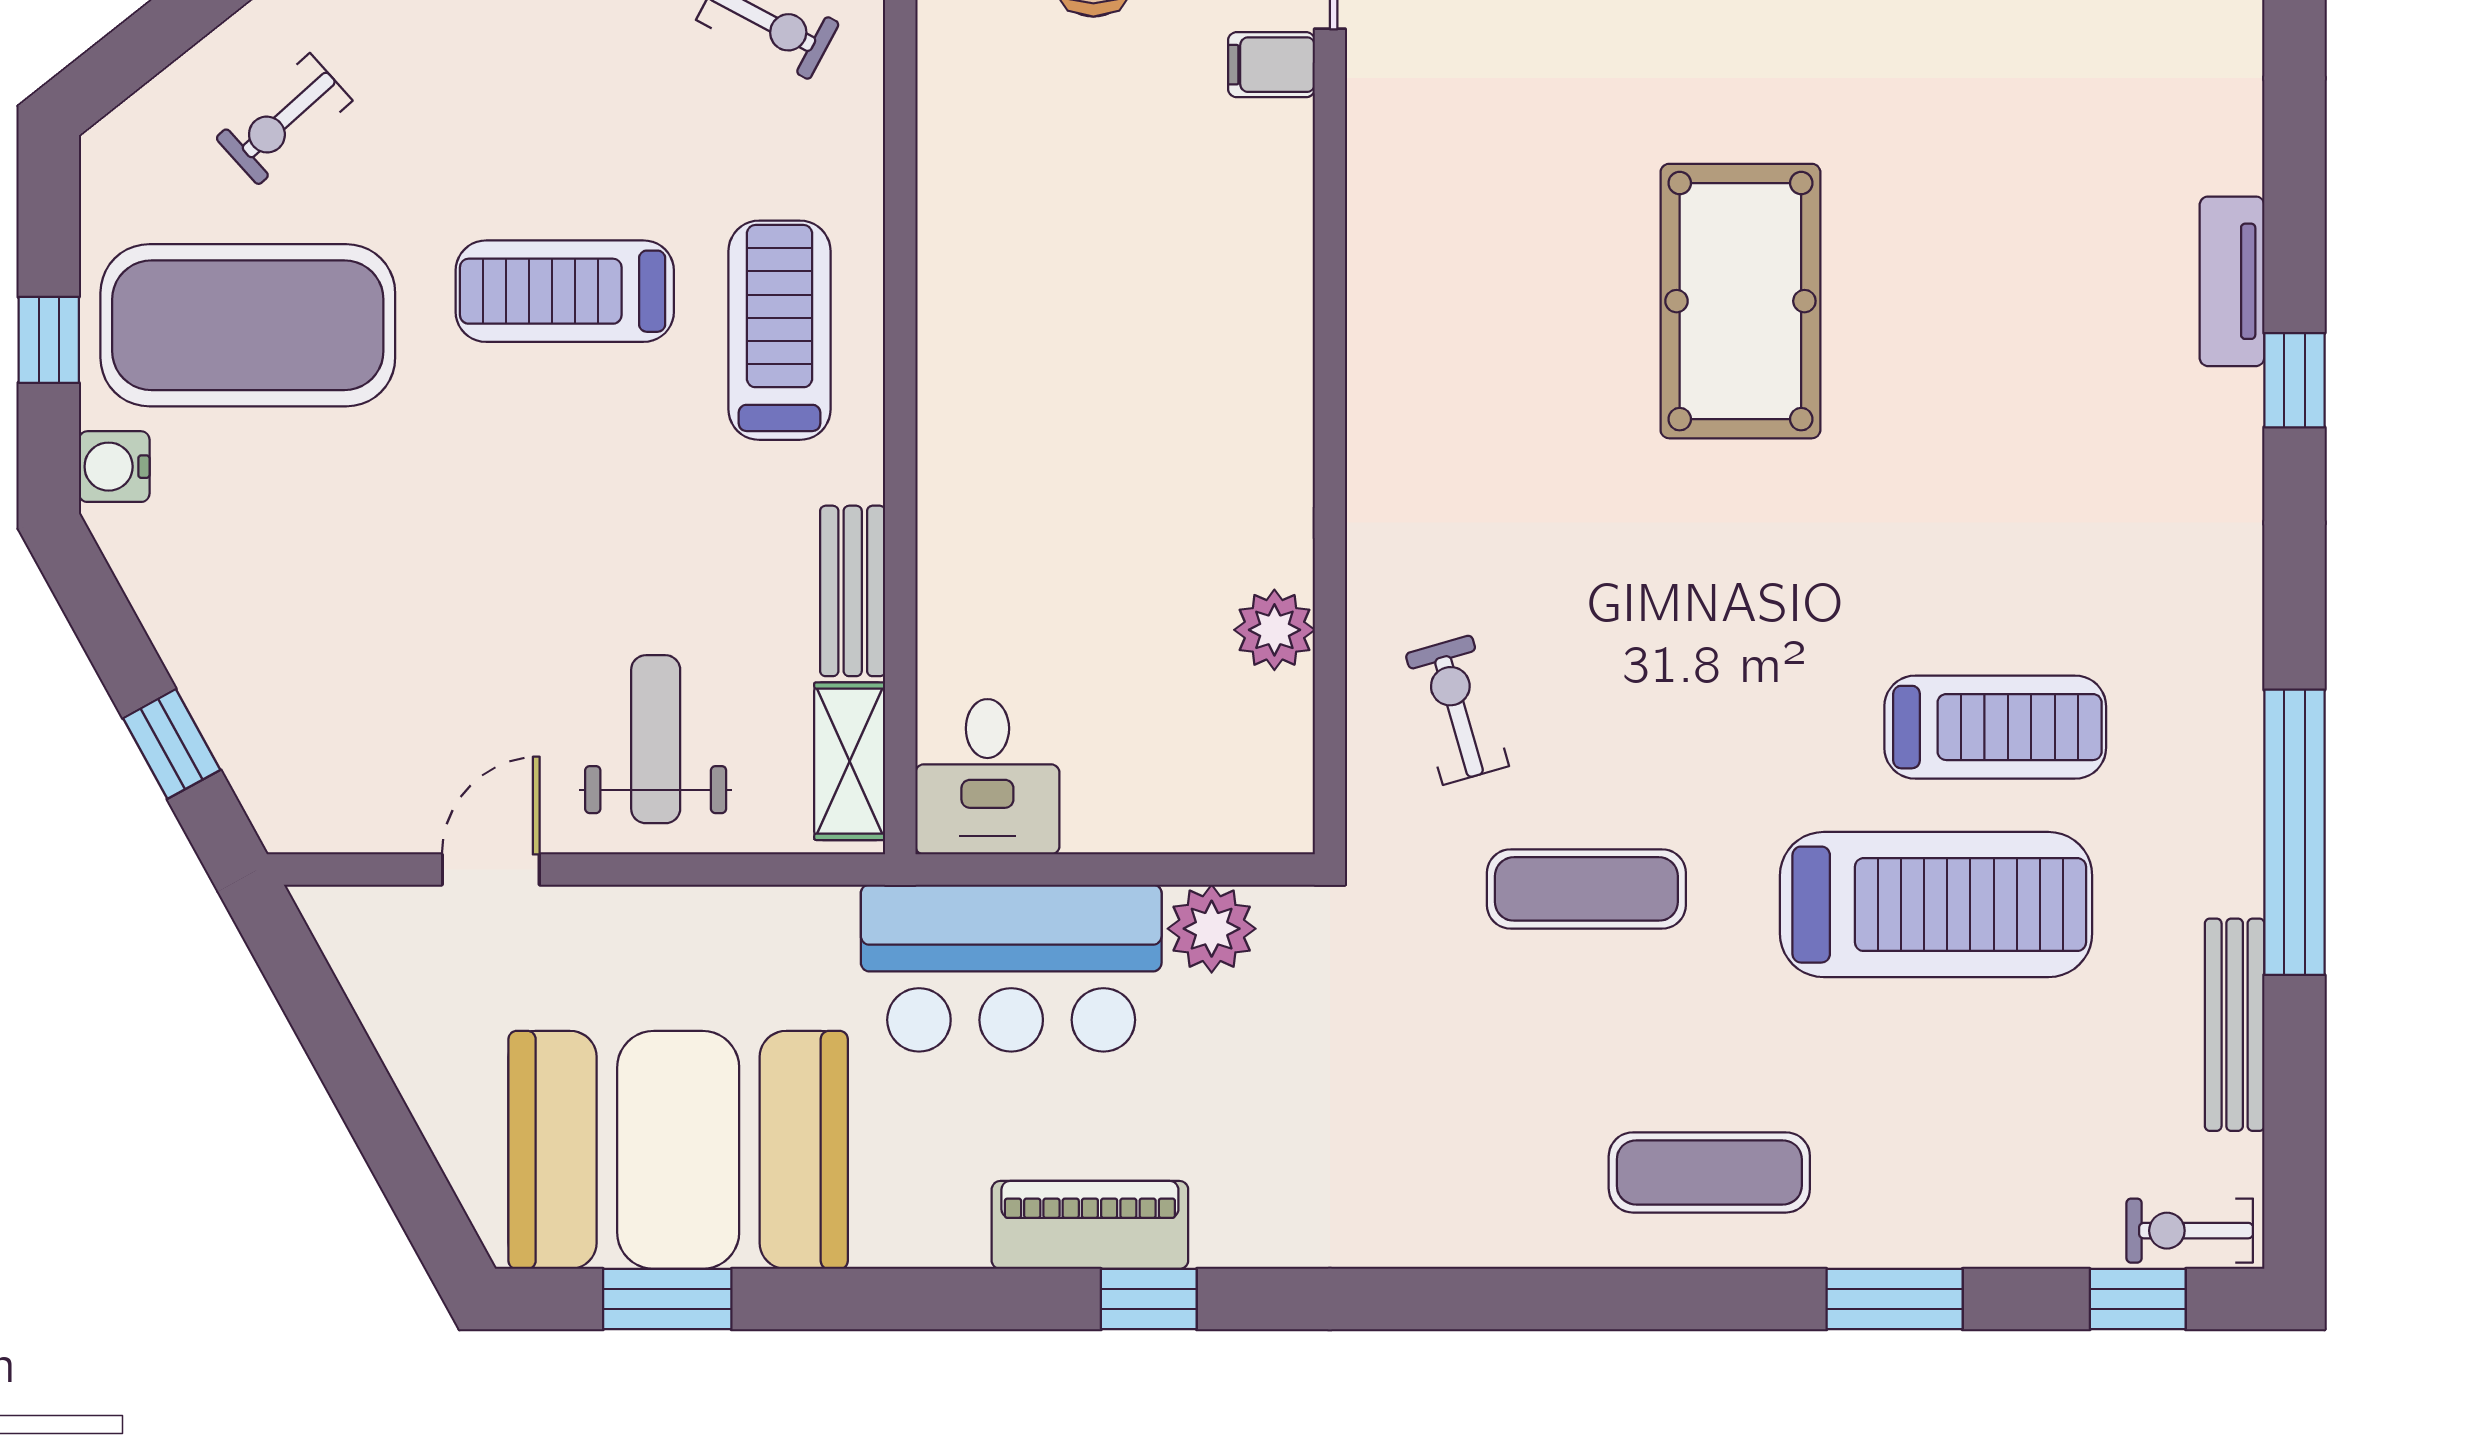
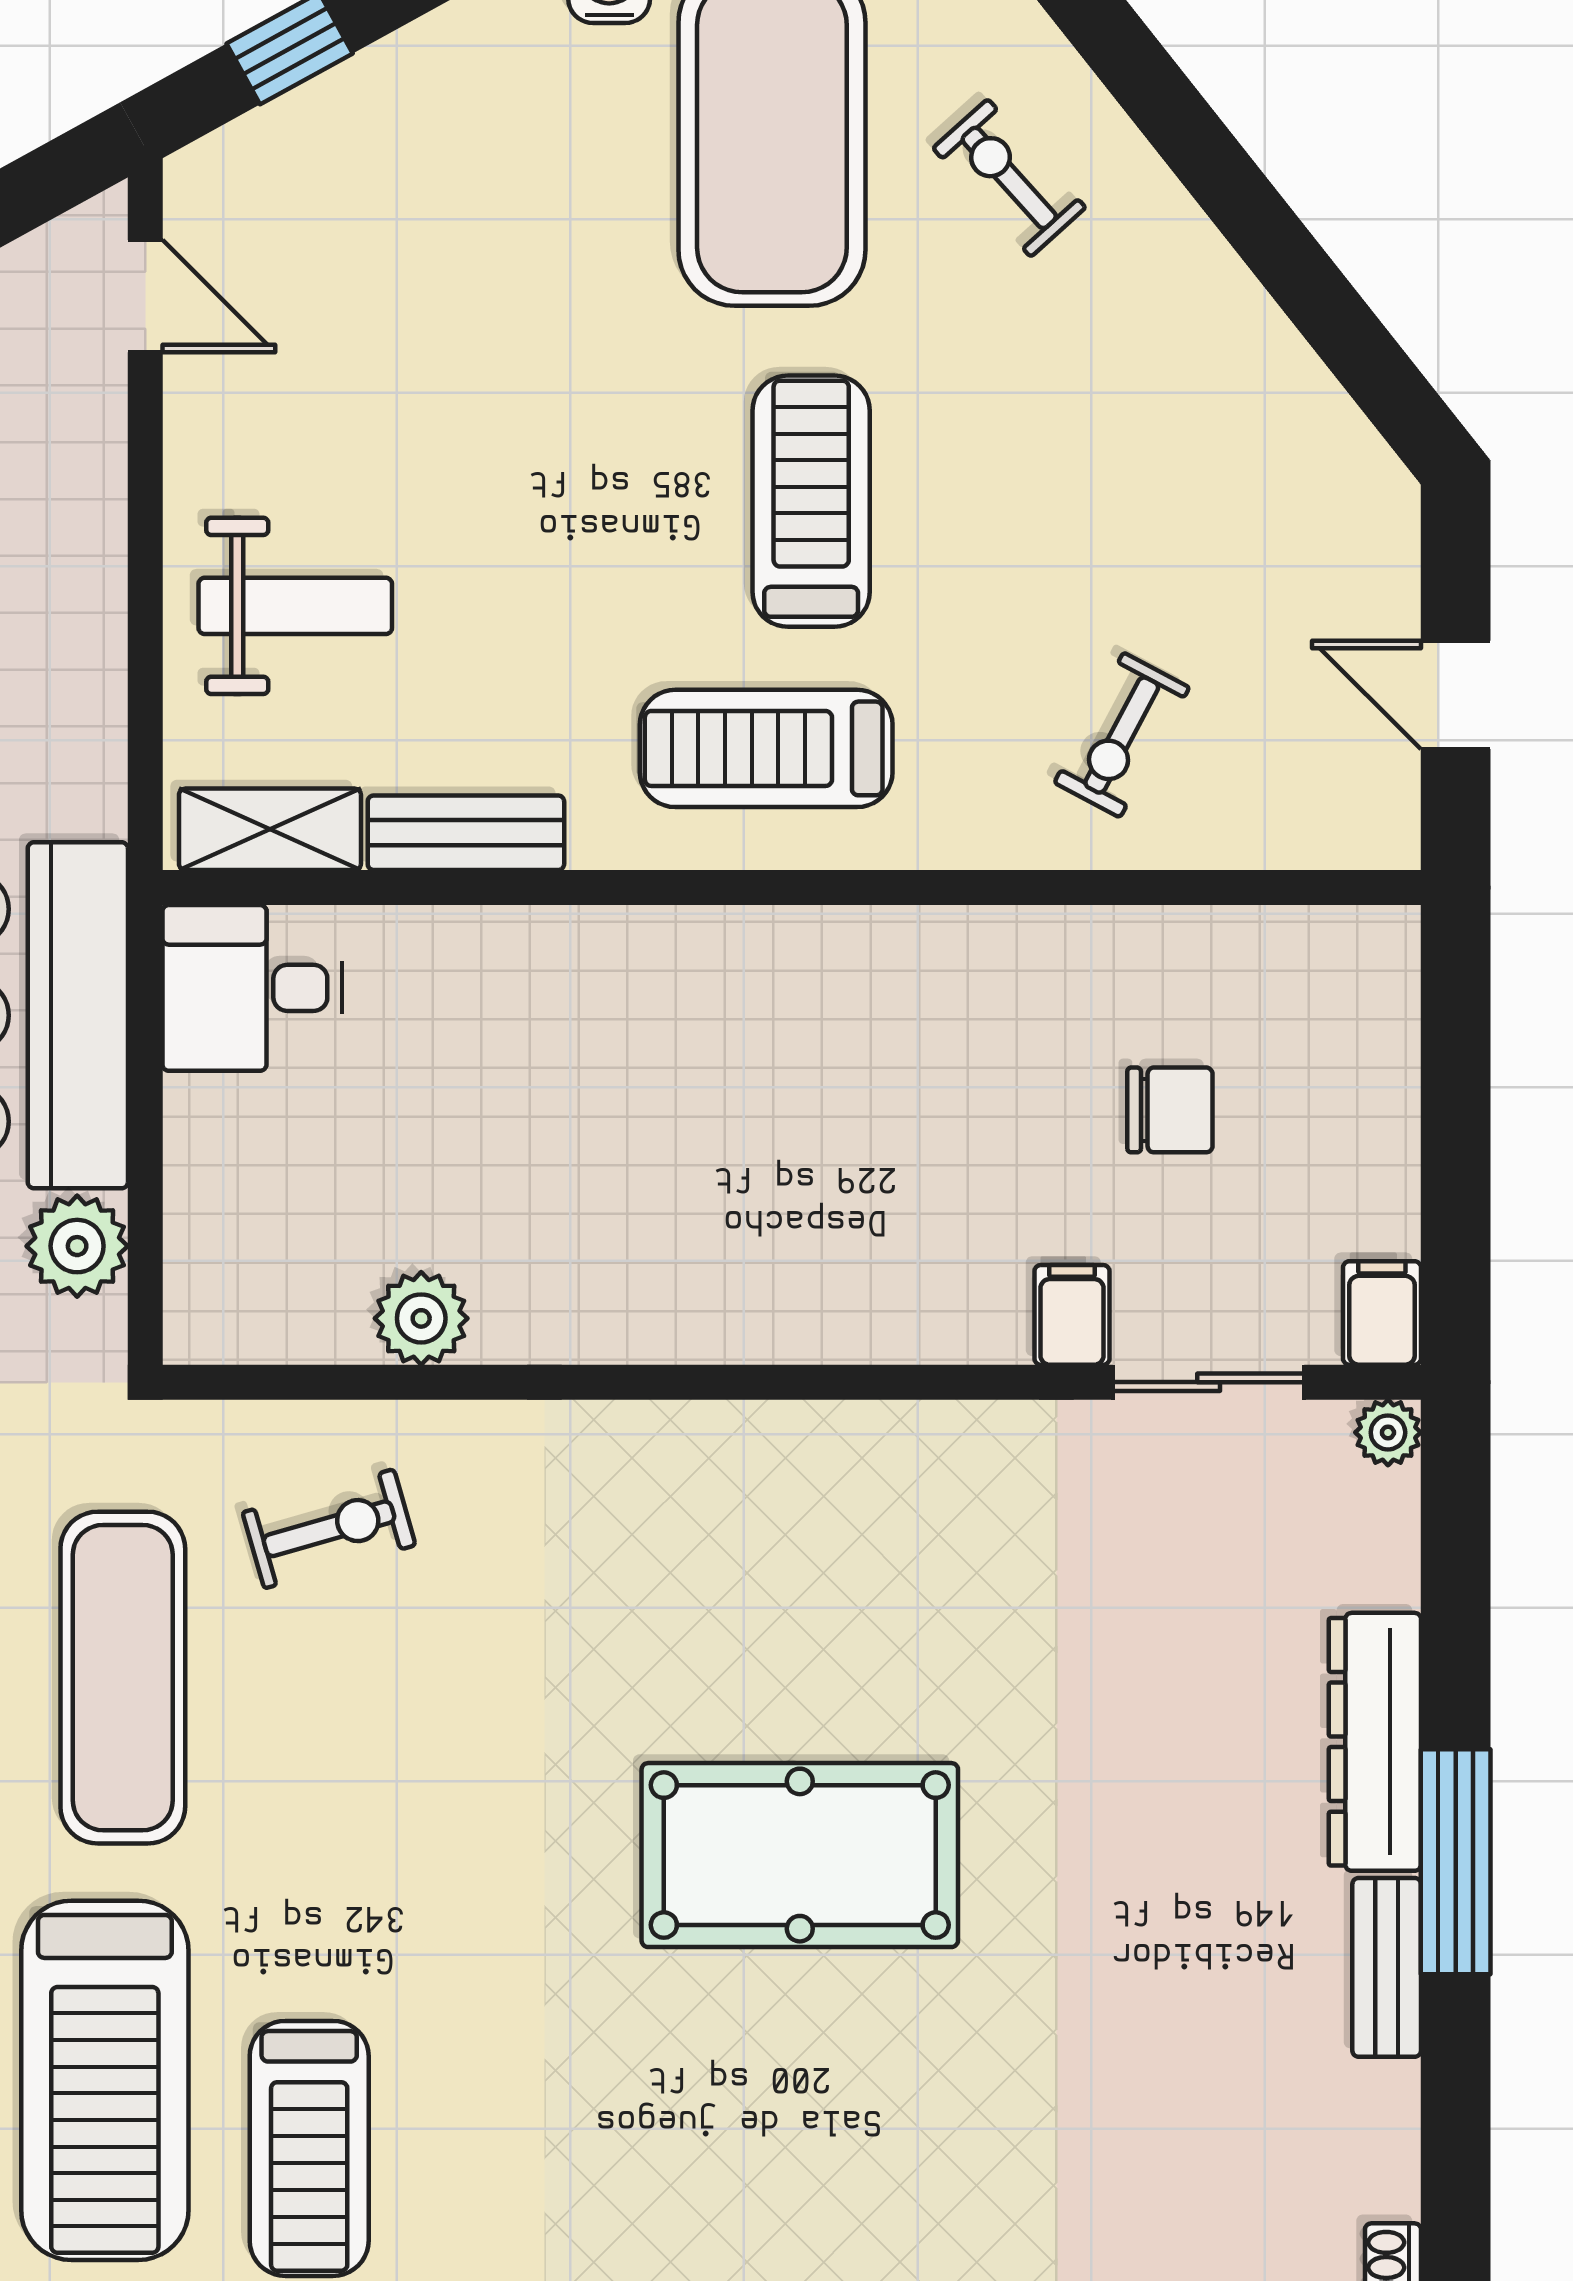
treadmill: (779, 330) -> (766, 748), turned 180
door: (491, 870) -> (145, 296), moved
exercise mat: (1586, 889) -> (123, 1678), width x1.36, depth x1.45

